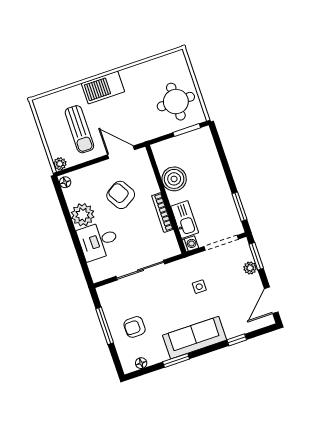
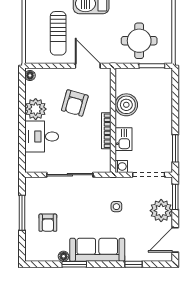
round table: (176, 102) -> (139, 41), moved
plant: (60, 164) -> (31, 58), removed
armchair: (121, 195) -> (75, 103), turned -133
kitchen sink: (185, 219) -> (123, 139), width x0.73
plant: (250, 268) -> (161, 211), width x1.88, depth x1.88
armchair: (135, 327) -> (48, 223), turned -89
floor lamp: (141, 363) -> (64, 256), moved

